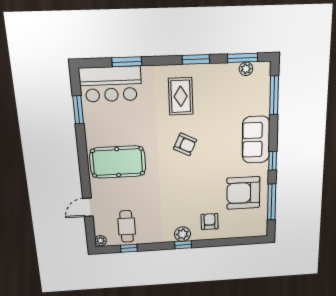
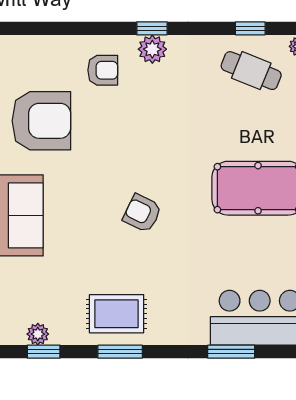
window: (243, 58) -> (44, 352), width x0.67
rug: (181, 96) -> (117, 314), moved, turned 90
armchair: (210, 222) -> (103, 70), turned -90
cafe table: (127, 226) -> (251, 71), turned -68

